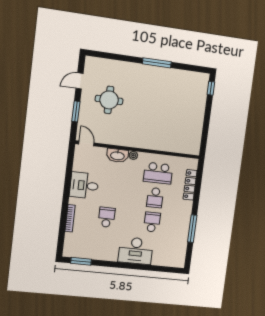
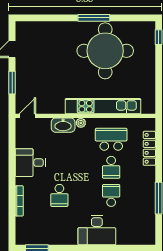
round table: (109, 100) -> (105, 51), moved, width x1.86, depth x1.86
door: (86, 143) -> (27, 116), hinge flipped
kitchen unit: (155, 143) -> (103, 106), added
school desk: (158, 173) -> (111, 139), turned 180
school desk: (107, 217) -> (59, 195), turned 180

